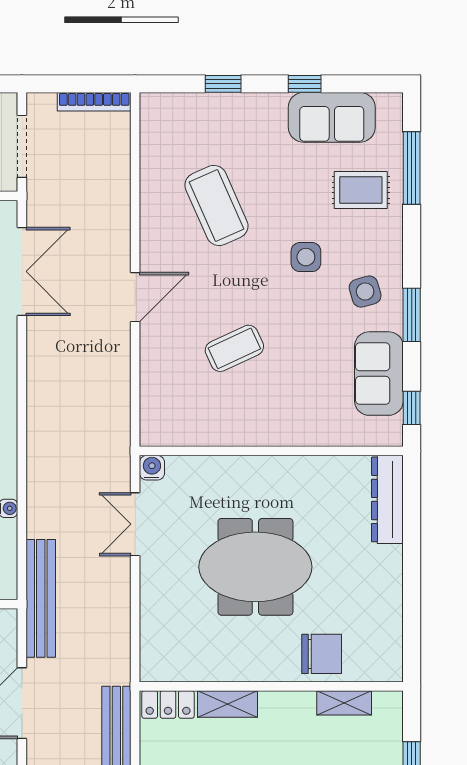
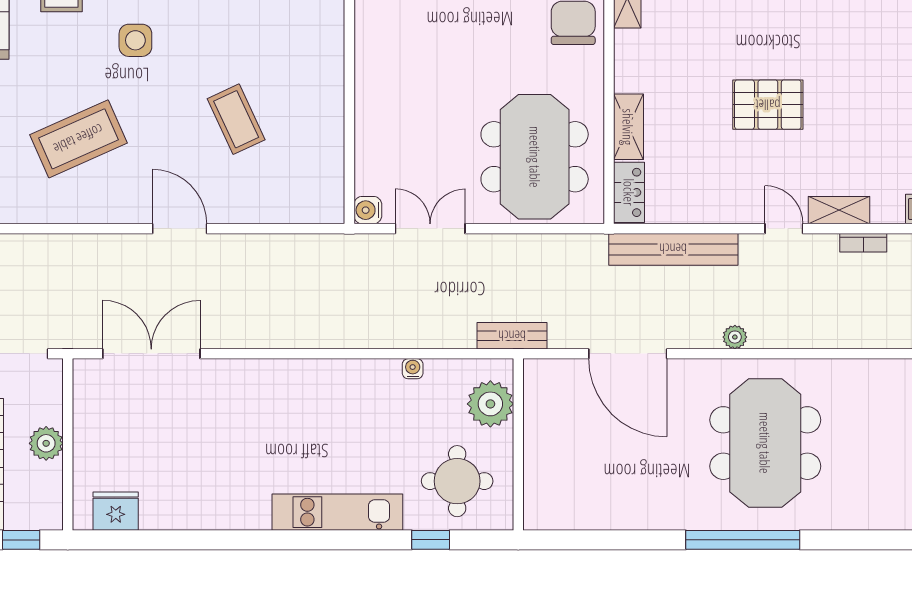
double door: (135, 524) -> (430, 229), swing flipped
meeting table: (255, 567) -> (535, 157), moved
bench: (41, 598) -> (512, 336), width x0.54, depth x0.82

